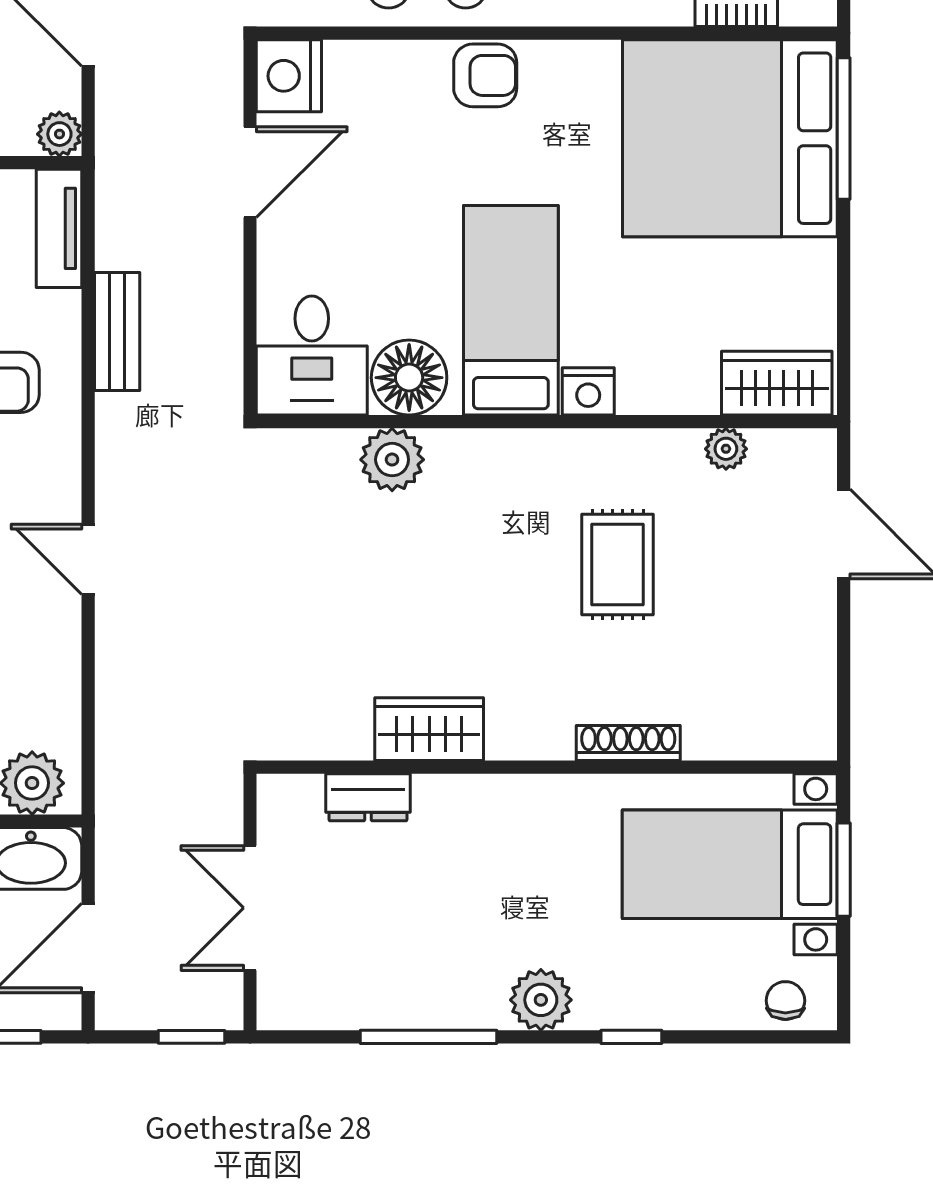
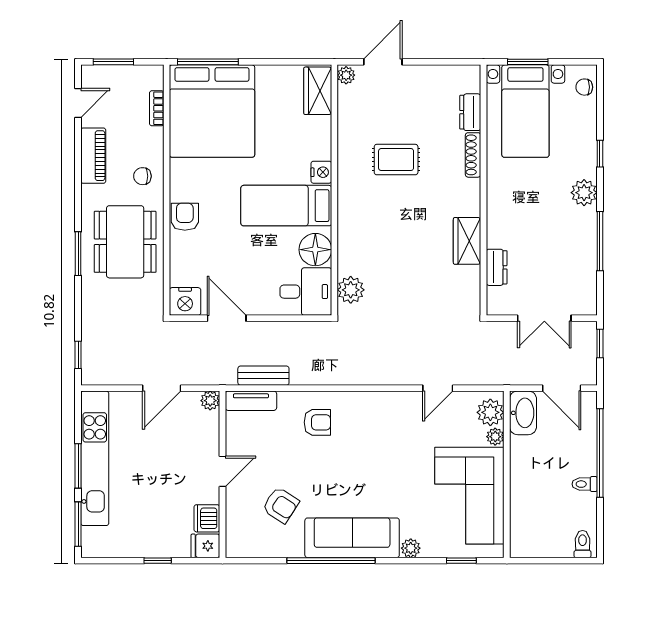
bench: (117, 332) -> (263, 376), moved
plant: (726, 449) -> (346, 75), moved
plant: (392, 460) -> (351, 290), moved
door: (88, 559) -> (438, 388), moved
dresser: (727, 737) -> (470, 112), added

